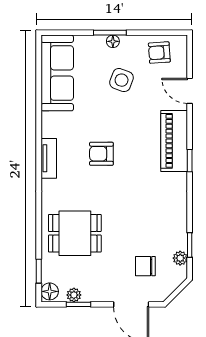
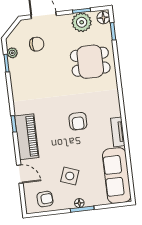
armchair: (101, 154) -> (78, 121), turned 90
tv unit: (49, 158) -> (118, 132), moved
plant: (74, 295) -> (82, 22), width x1.87, depth x1.87

